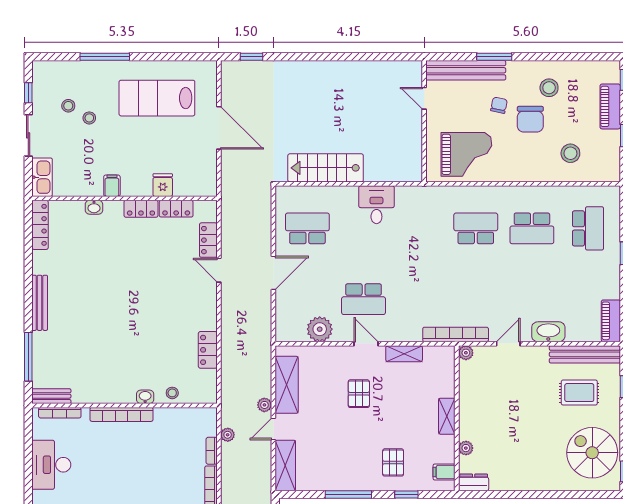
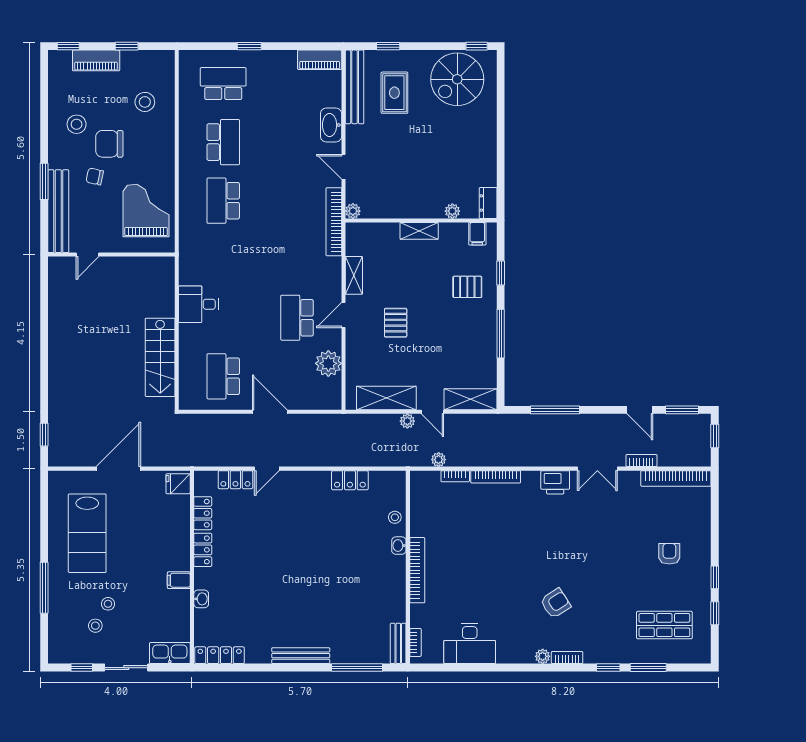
chair: (530, 119) -> (109, 144), turned 180
fridge: (163, 185) -> (178, 484), moved
school desk: (364, 299) -> (297, 318), turned 180
pallet: (359, 394) -> (396, 323), turned 90
bookcase: (60, 413) -> (415, 642), width x0.64

